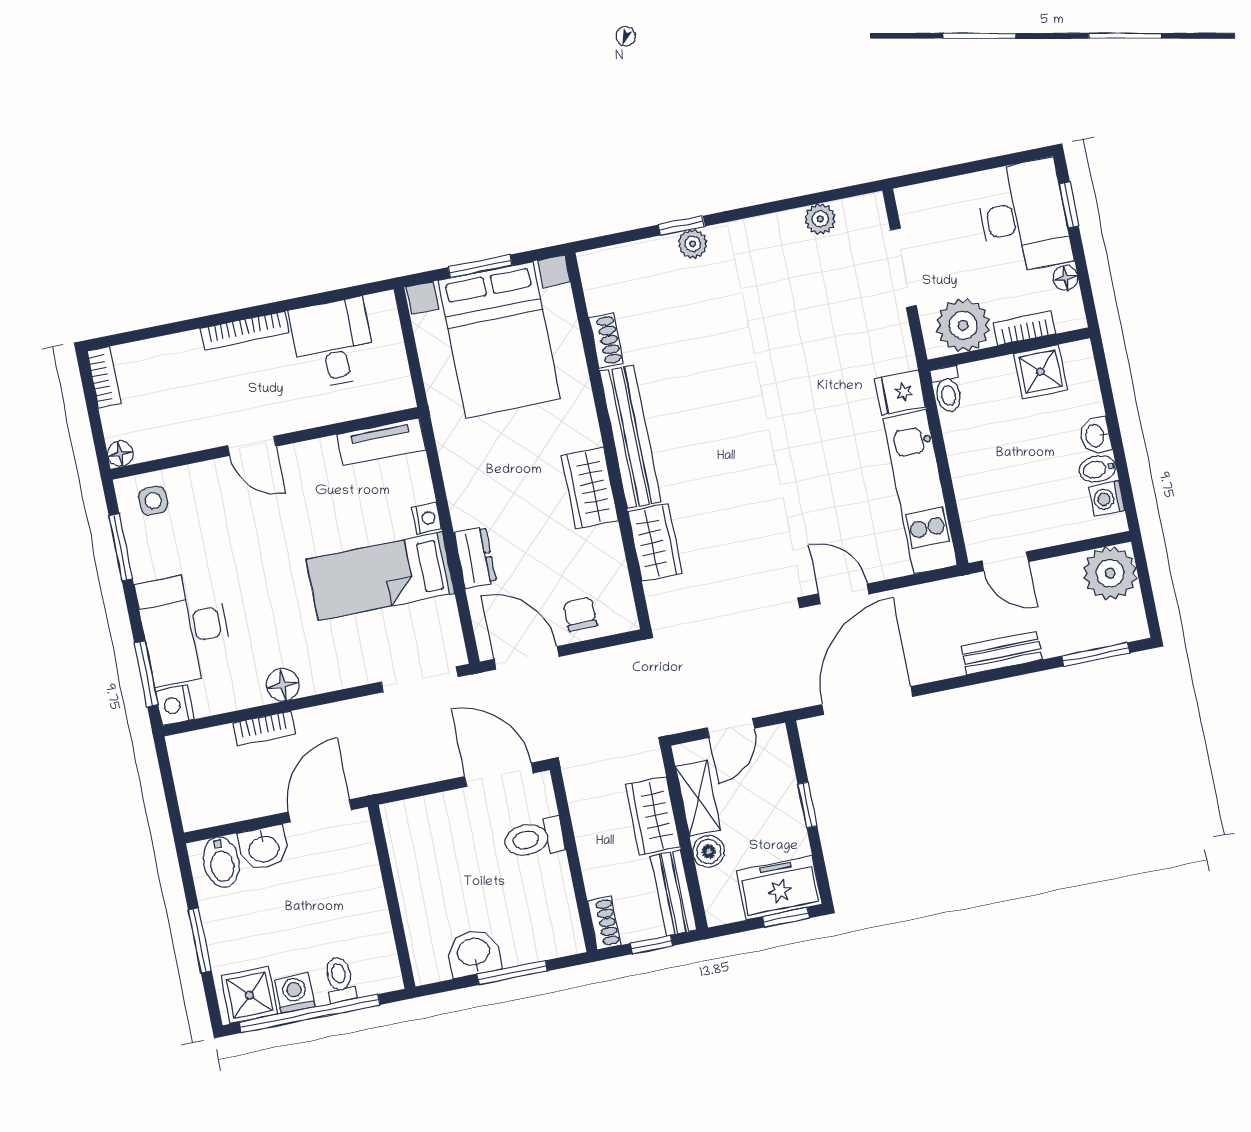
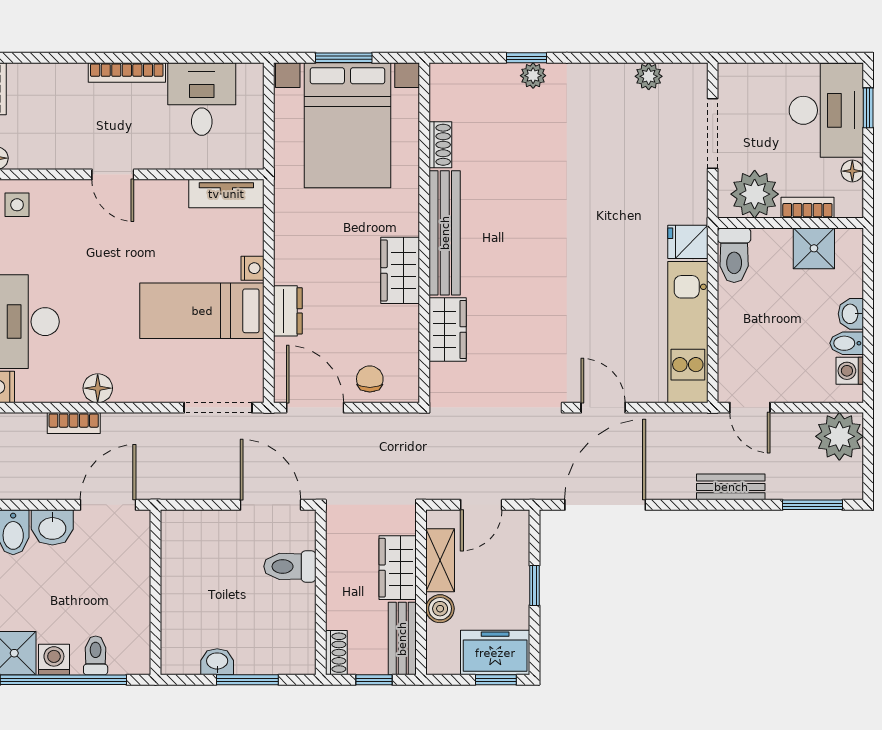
toilet: (947, 390) -> (734, 255), width x1.37, depth x1.39
washbasin: (474, 953) -> (217, 662), width x0.72, depth x0.69

